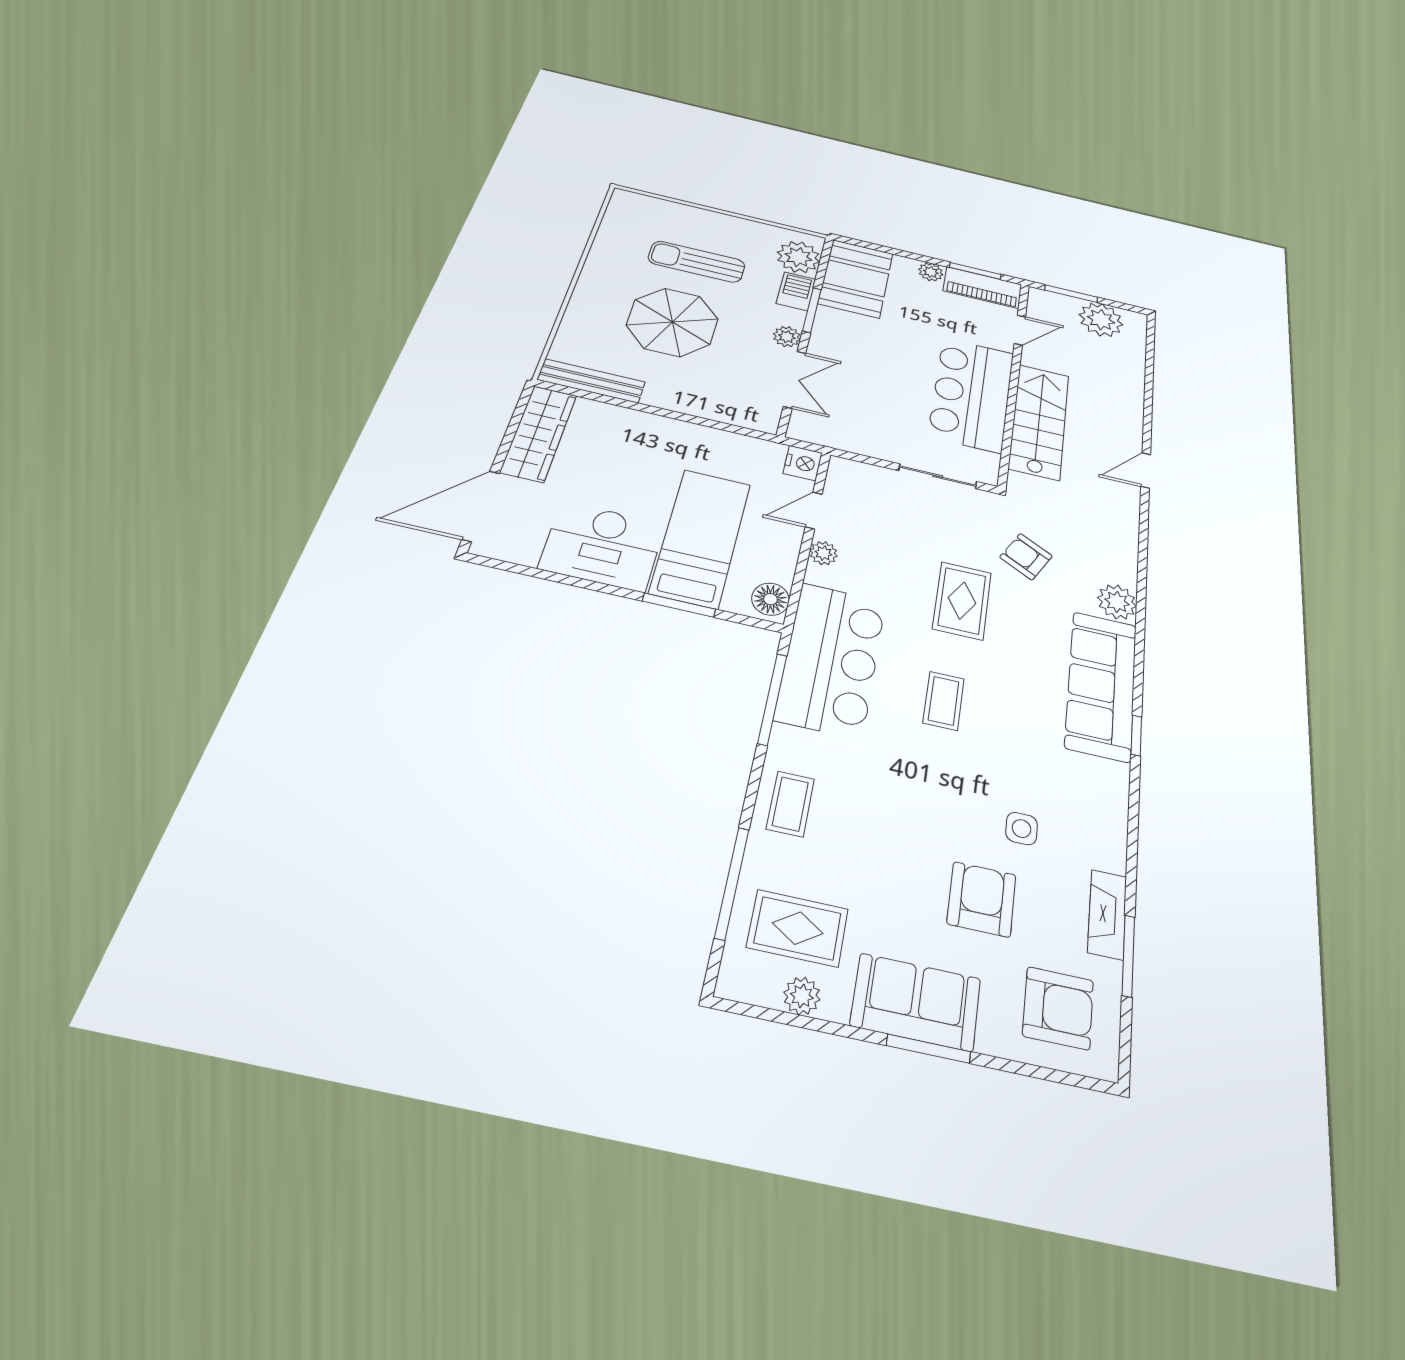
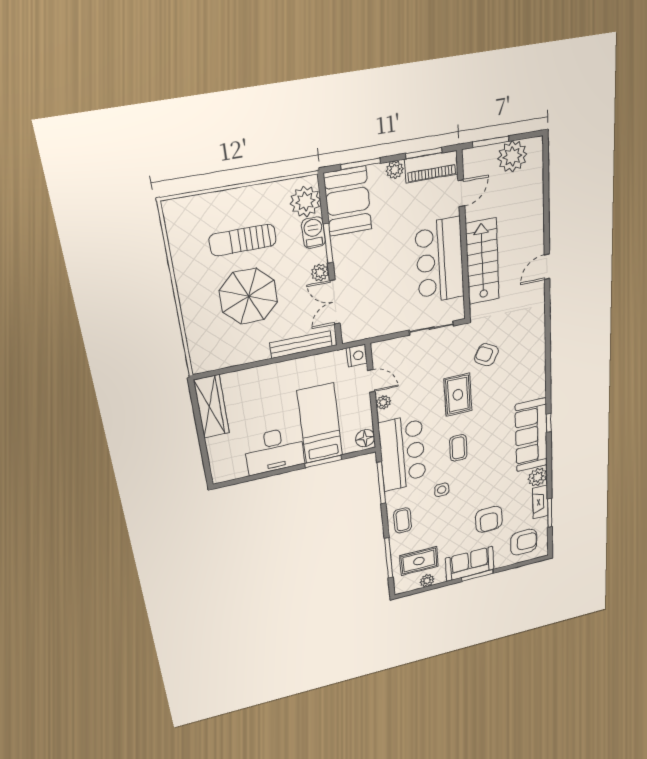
window: (886, 250) -> (361, 164), added
double door: (795, 379) -> (335, 302), swing flipped
bench: (591, 381) -> (301, 345), moved
door: (481, 506) -> (205, 459), removed
door: (814, 510) -> (371, 381), swing flipped
plant: (1117, 602) -> (538, 477), moved
sofa: (1101, 685) -> (531, 435), moved
side table: (1022, 829) -> (442, 490), moved
armchair: (982, 899) -> (489, 519), turned 180

